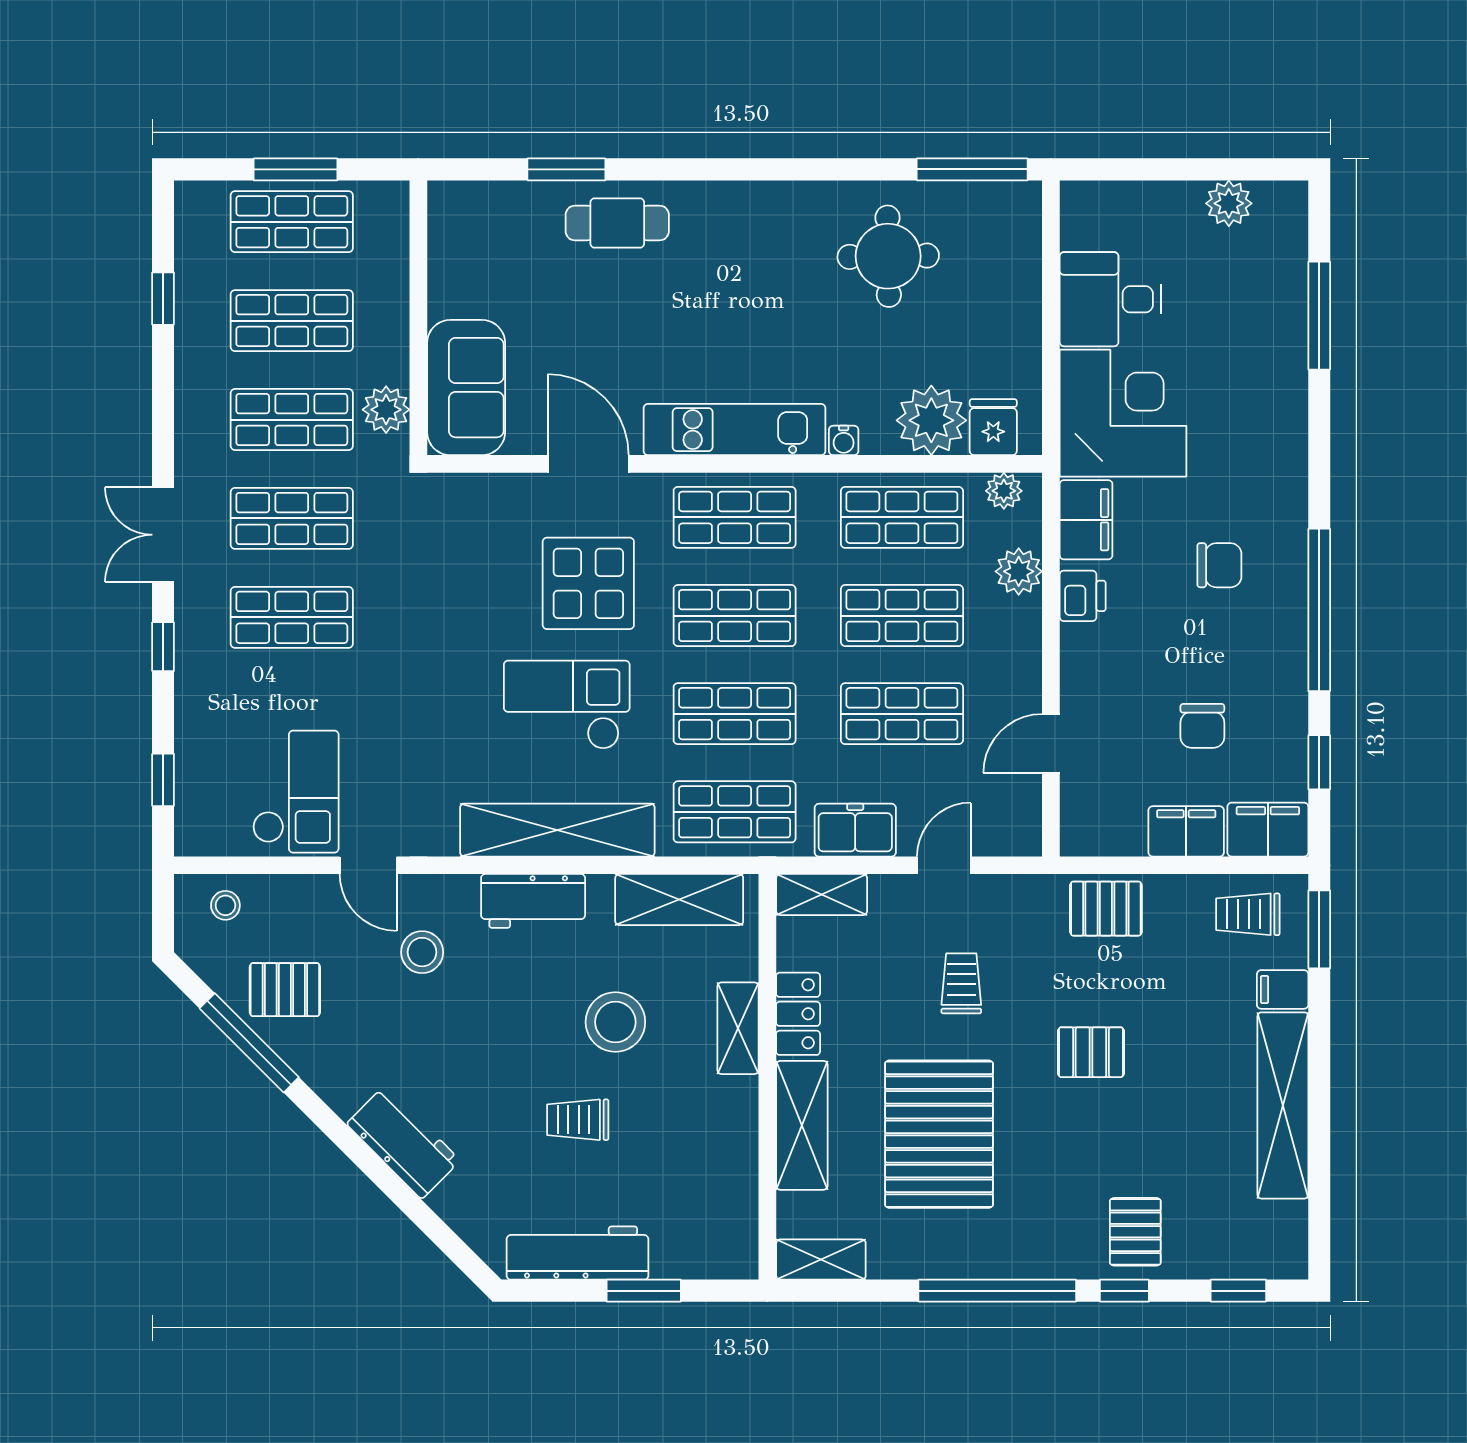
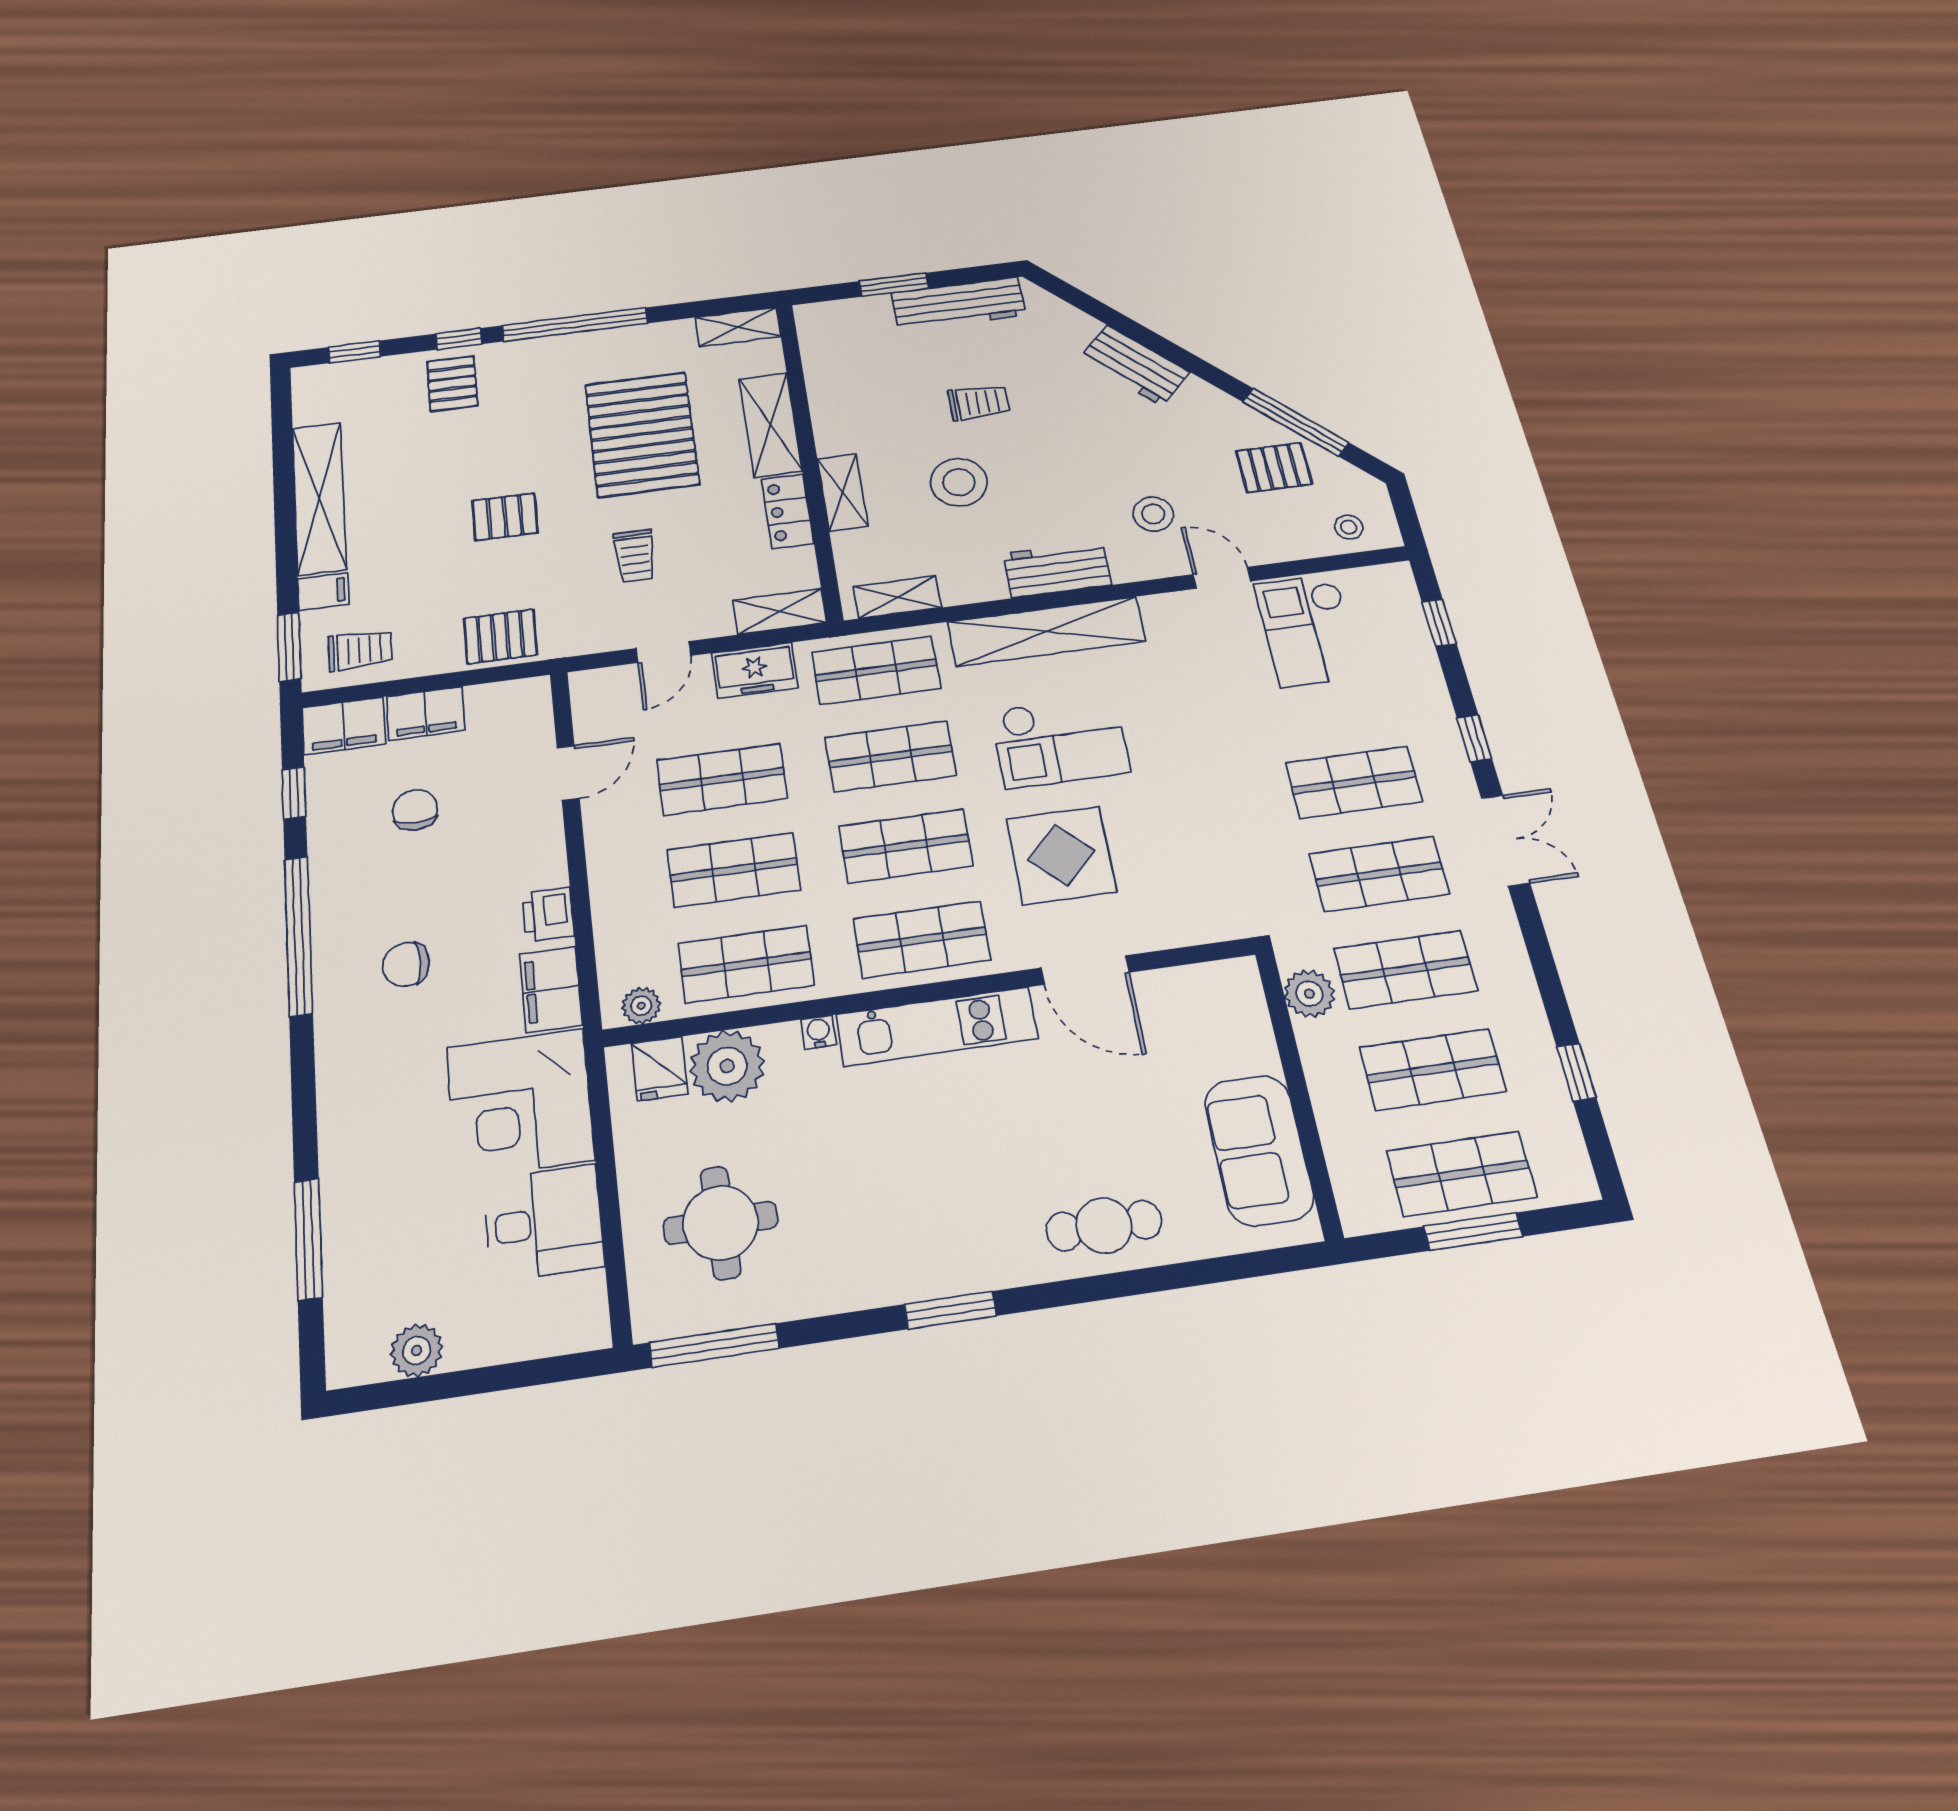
window: (566, 169) -> (950, 1310), moved
round table: (888, 256) -> (721, 1223), moved
sofa: (466, 388) -> (1259, 1150), moved
plant: (1019, 571) -> (617, 929), removed
shelving: (679, 900) -> (897, 597), width x0.67, depth x0.75

